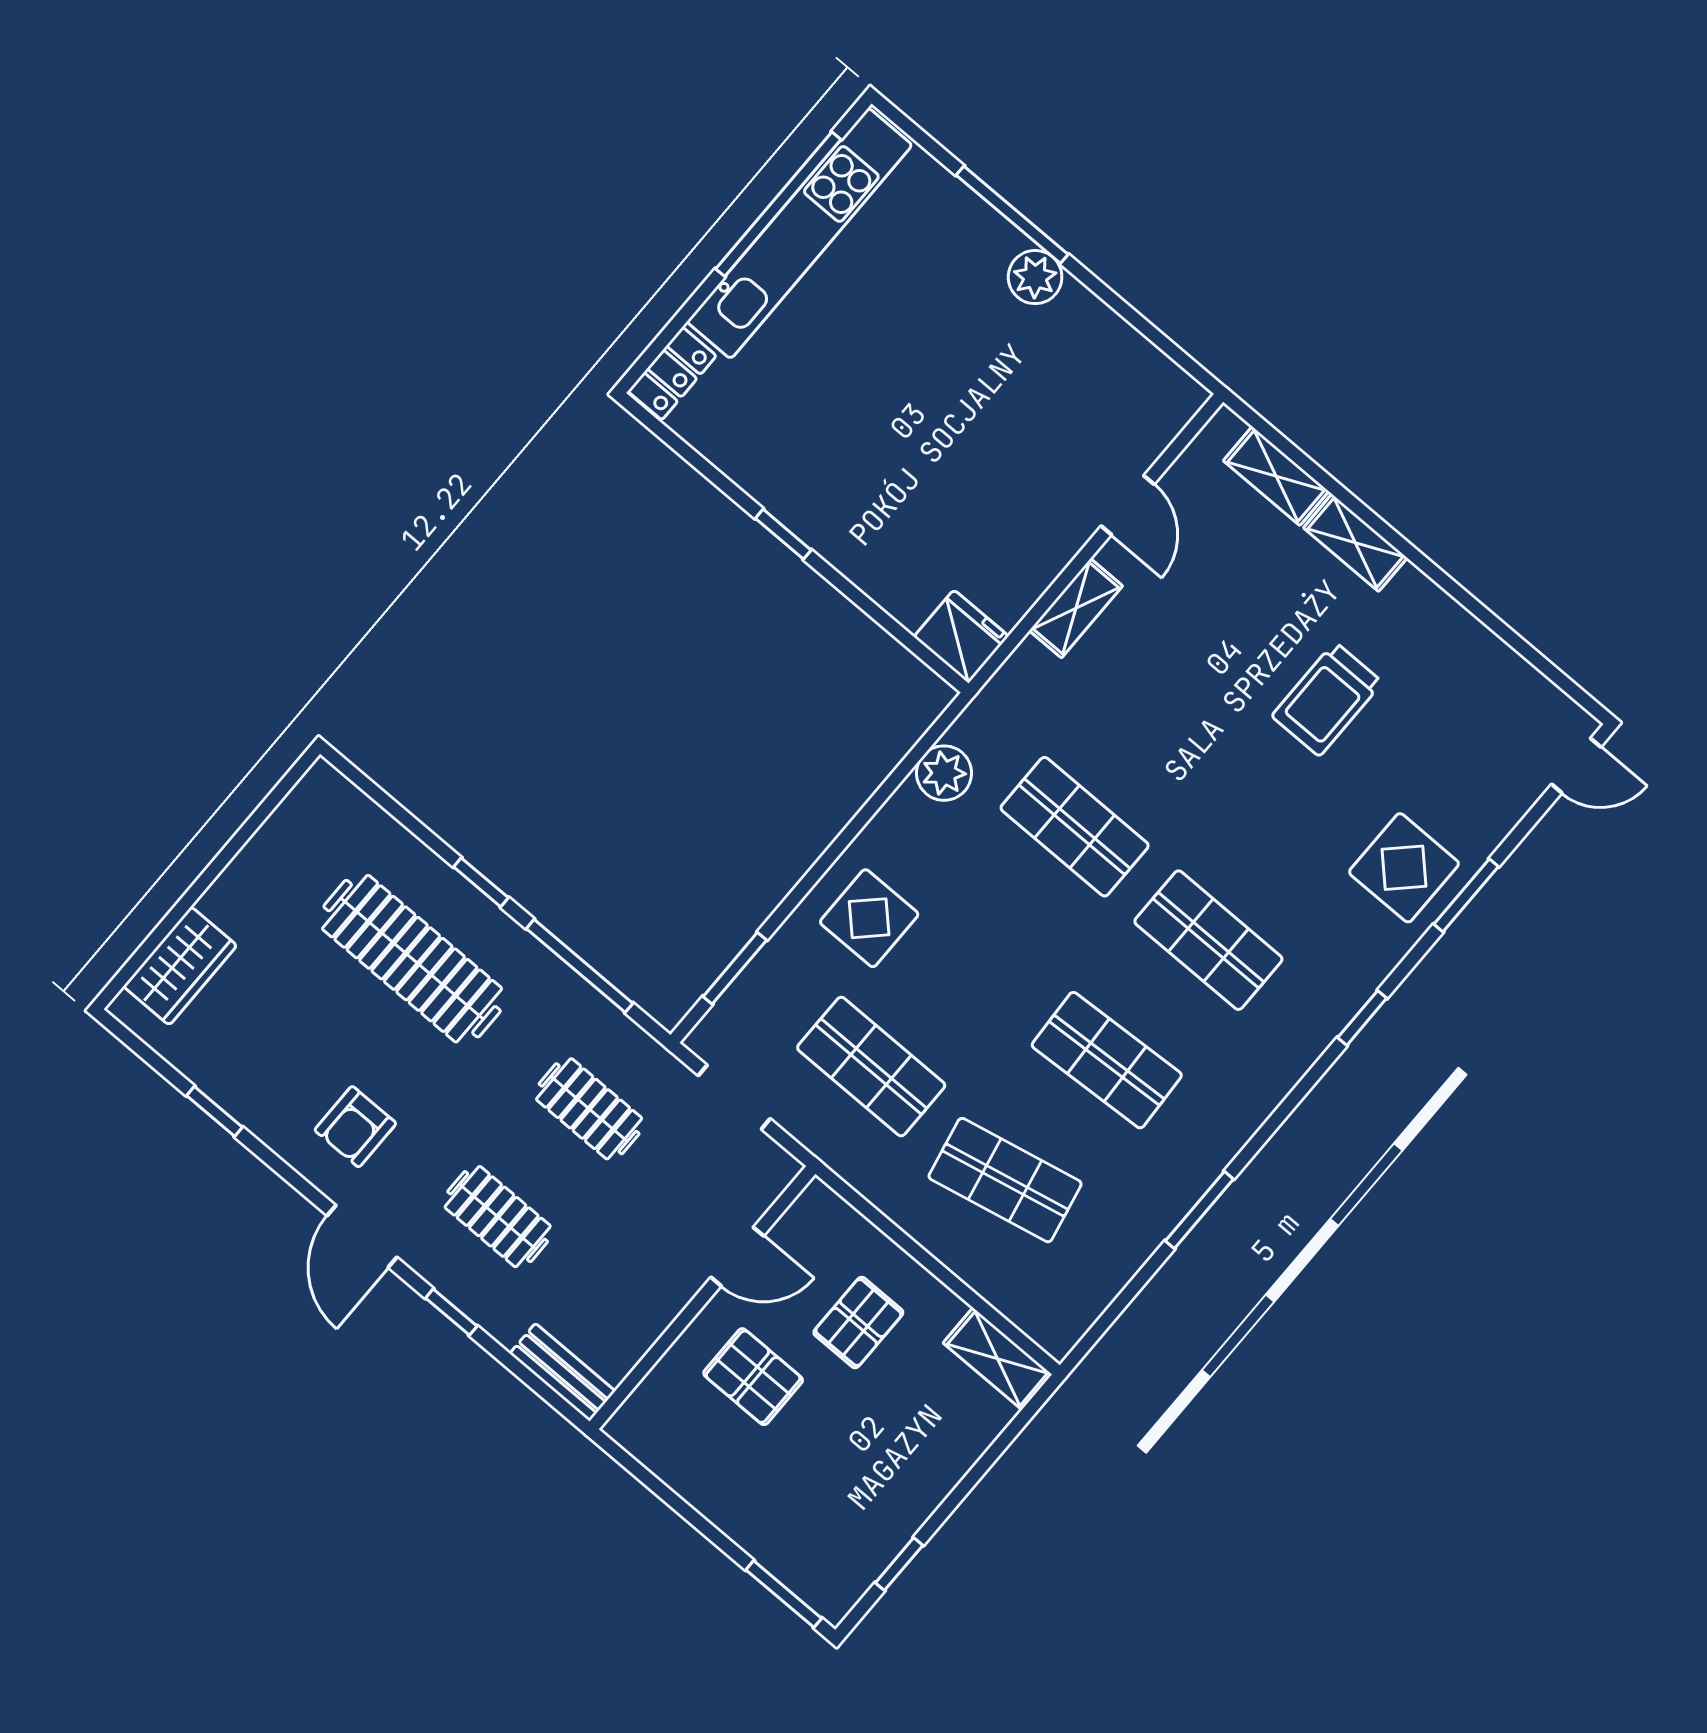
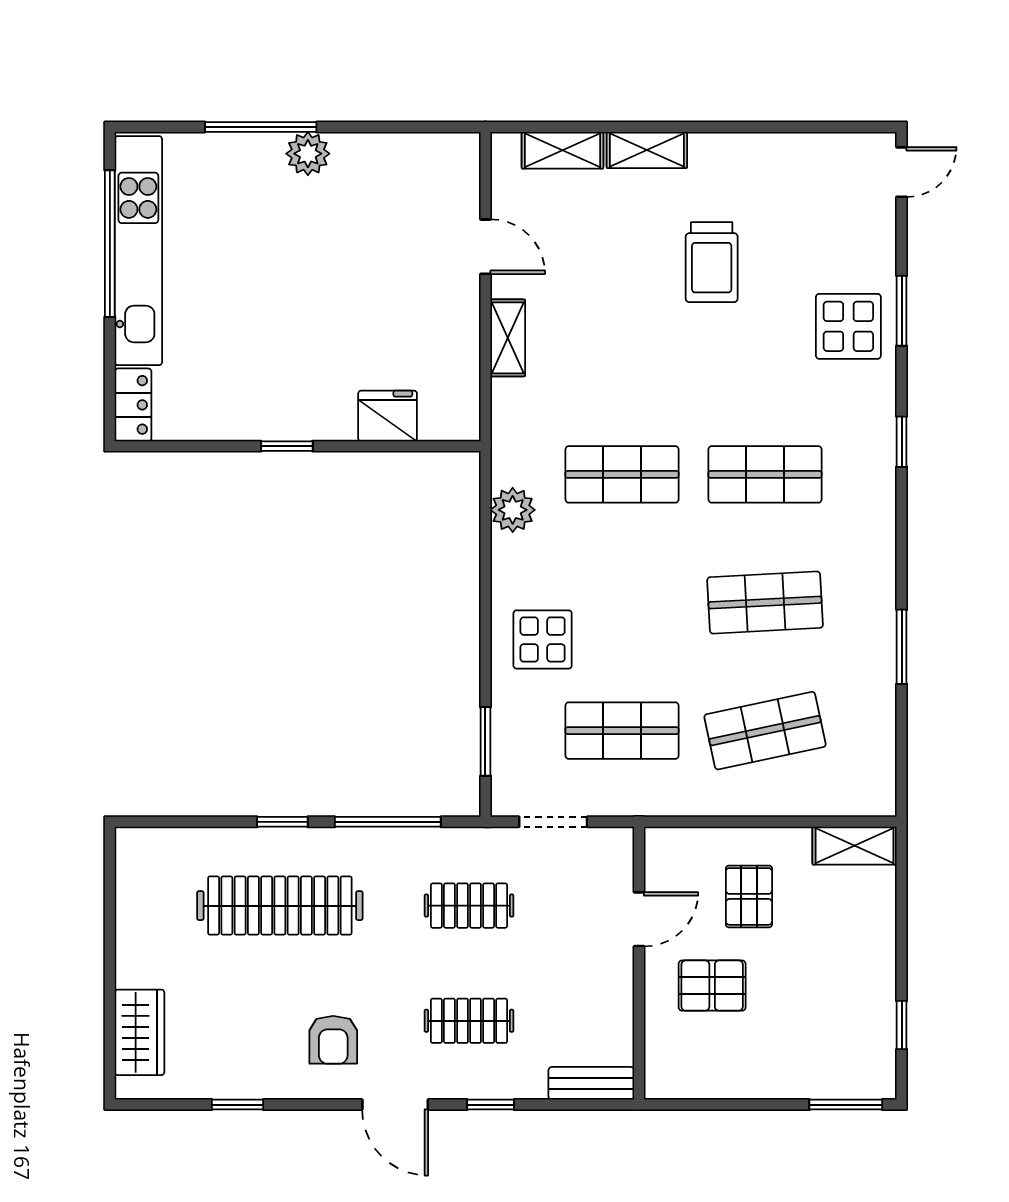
fridge: (961, 636) -> (388, 416), moved

